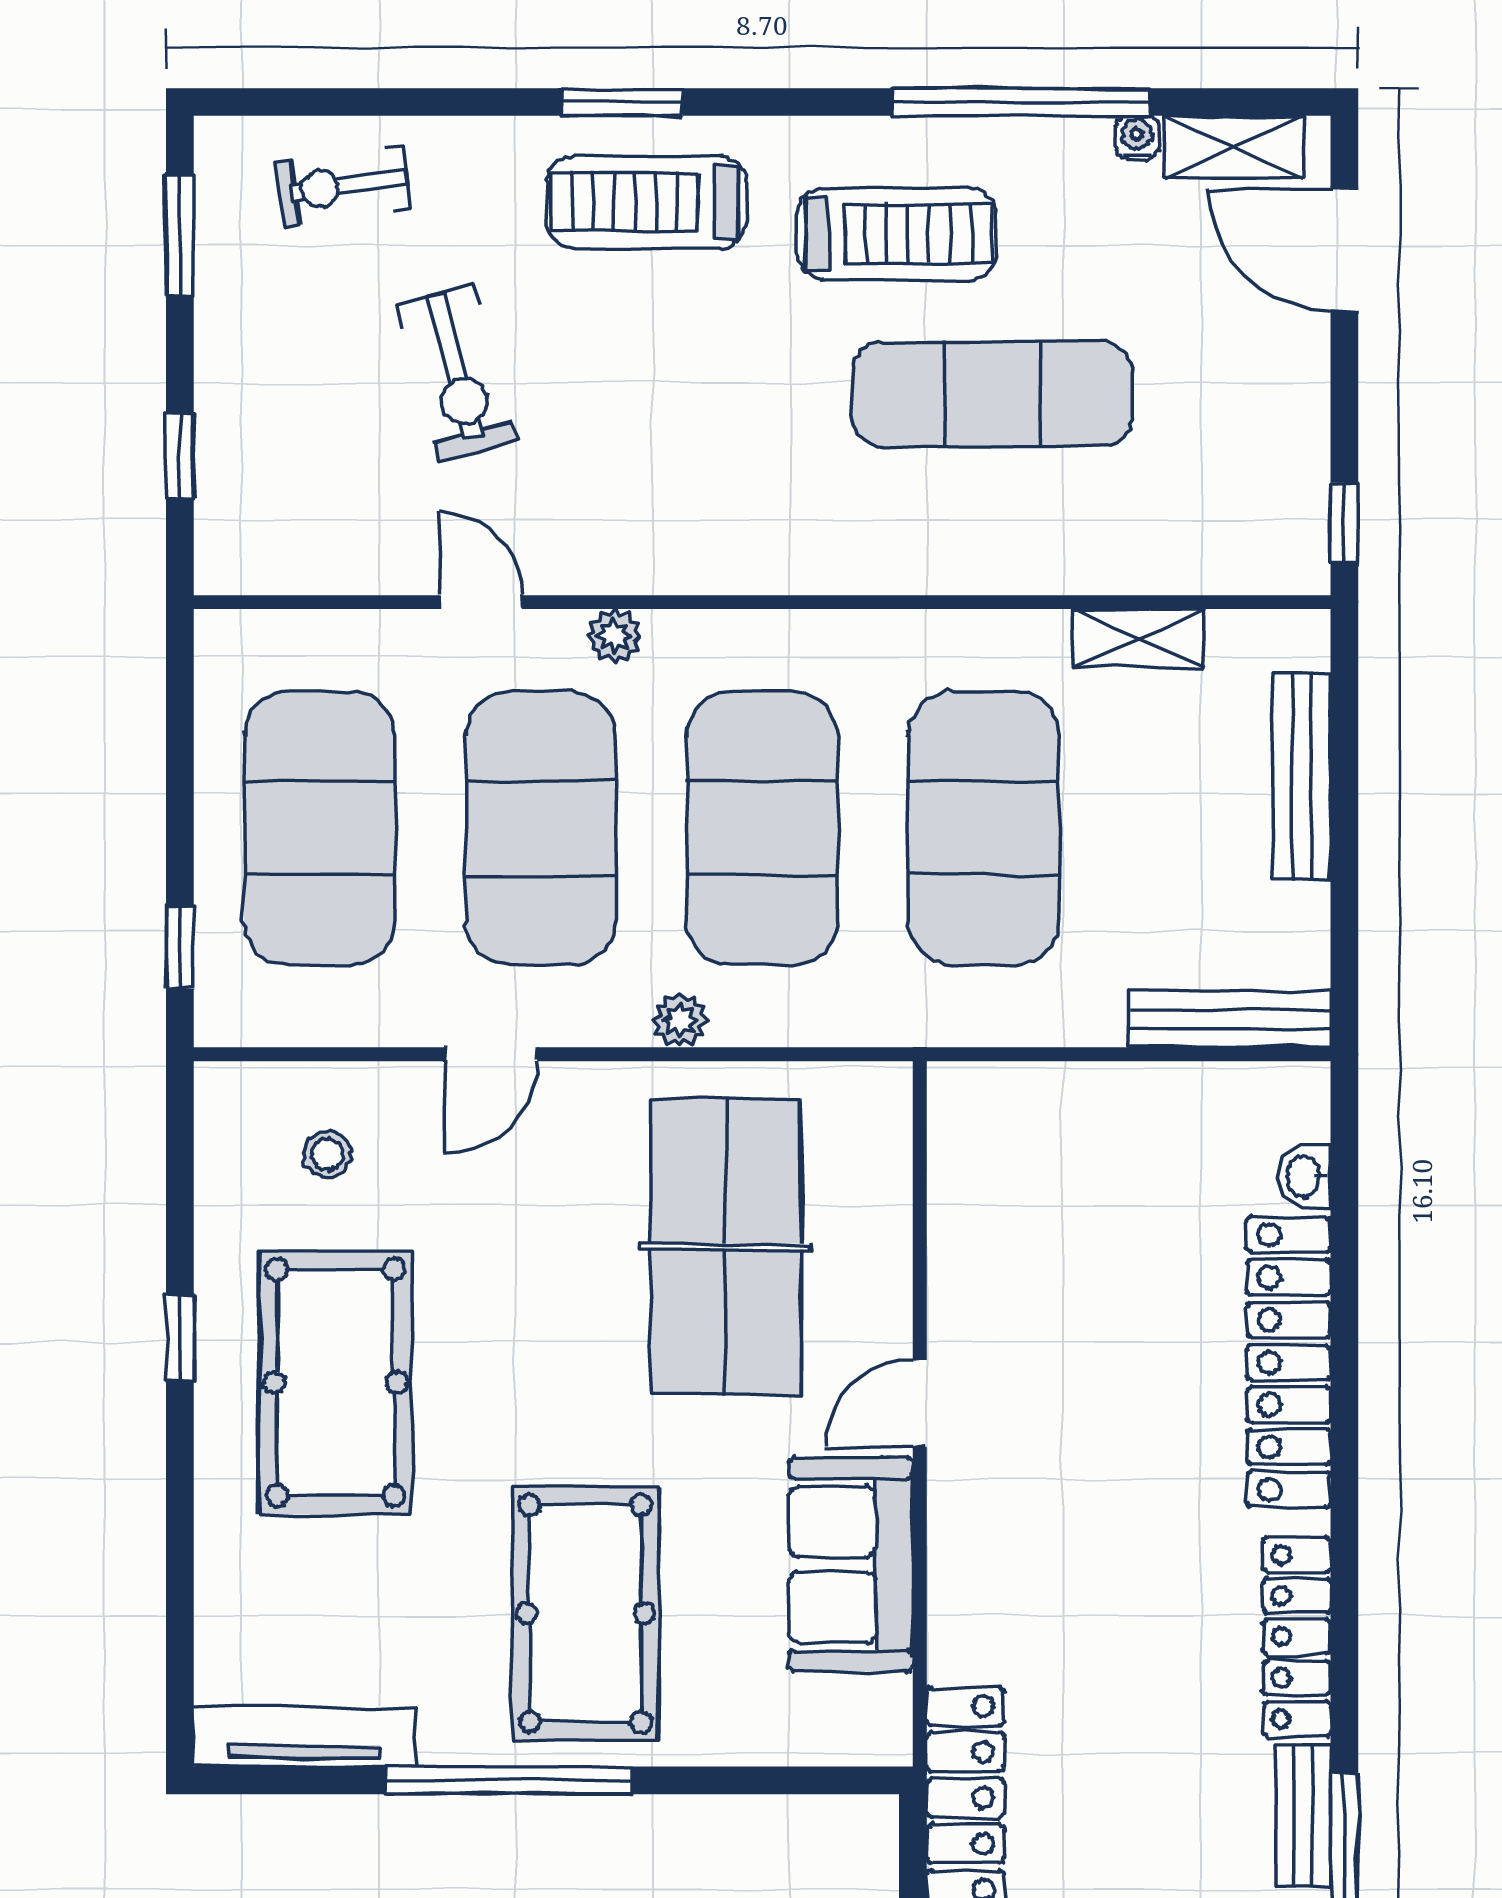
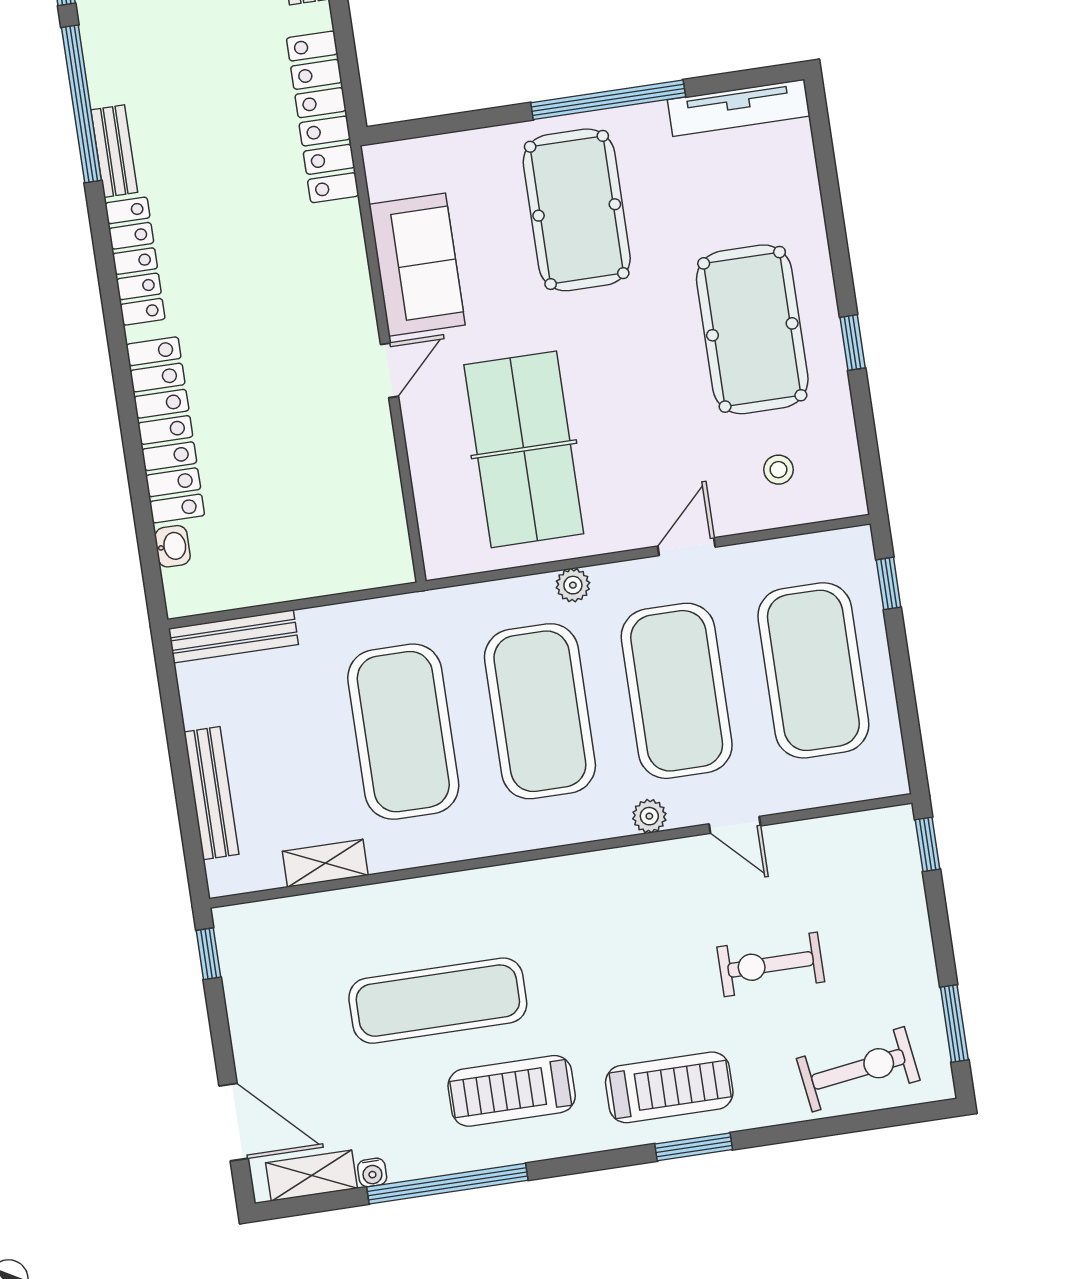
exercise bike: (343, 186) -> (858, 1069), width x1.38, depth x1.39
exercise bike: (457, 373) -> (771, 964), turned -75
window: (180, 456) -> (928, 844), moved

